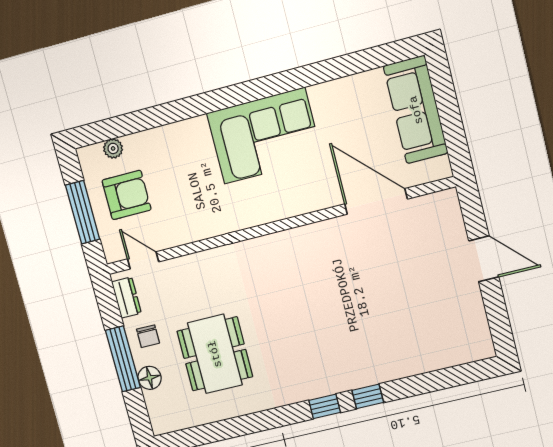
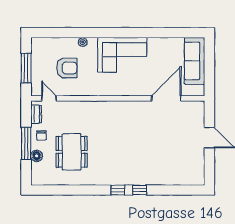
plant: (113, 148) -> (83, 42), moved
armchair: (127, 195) -> (67, 68), moved
door: (376, 201) -> (166, 98), hinge flipped

